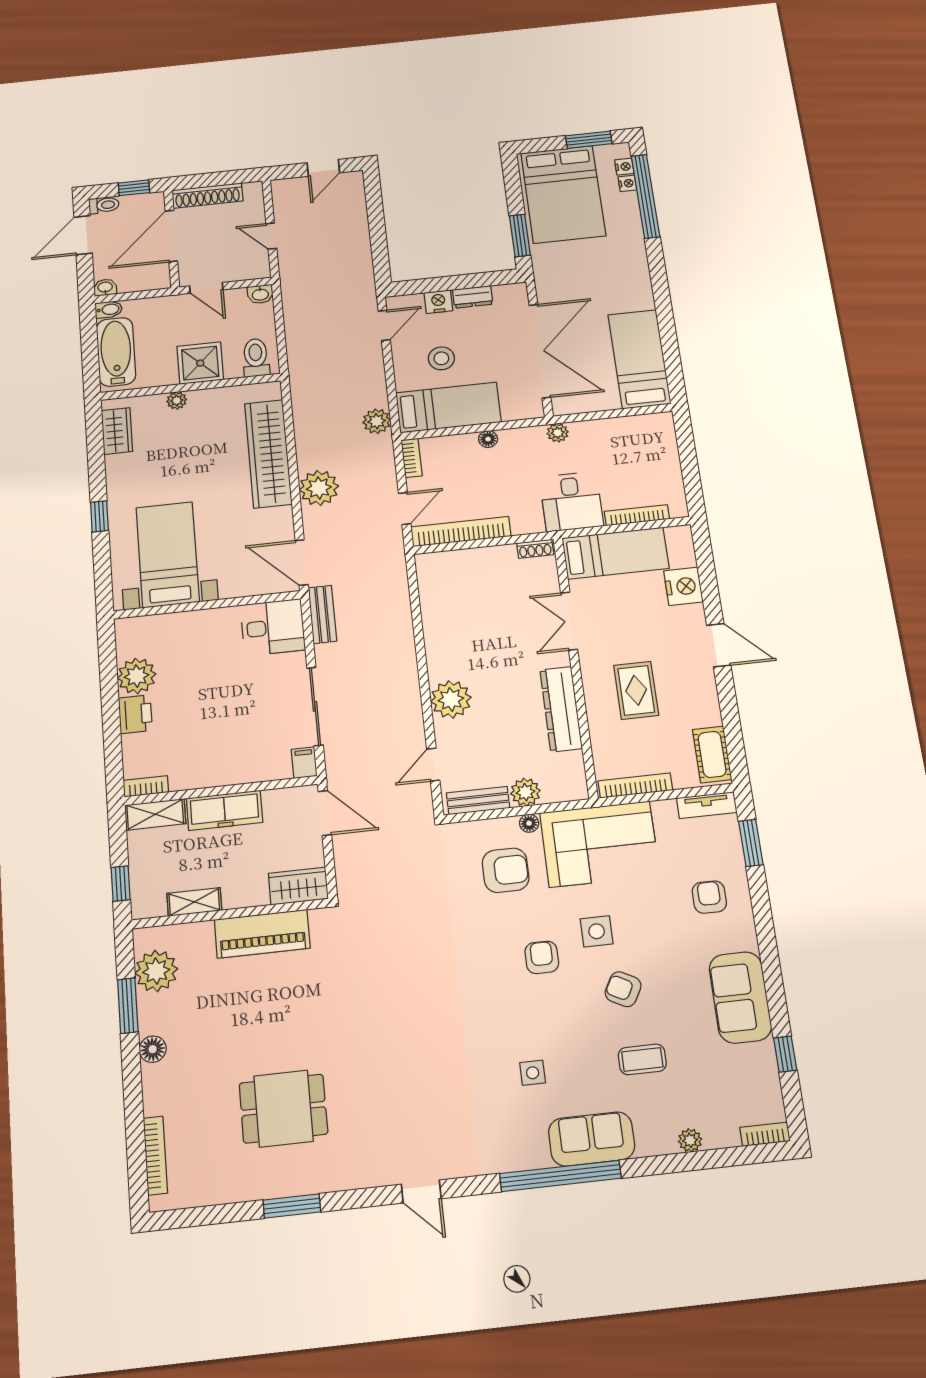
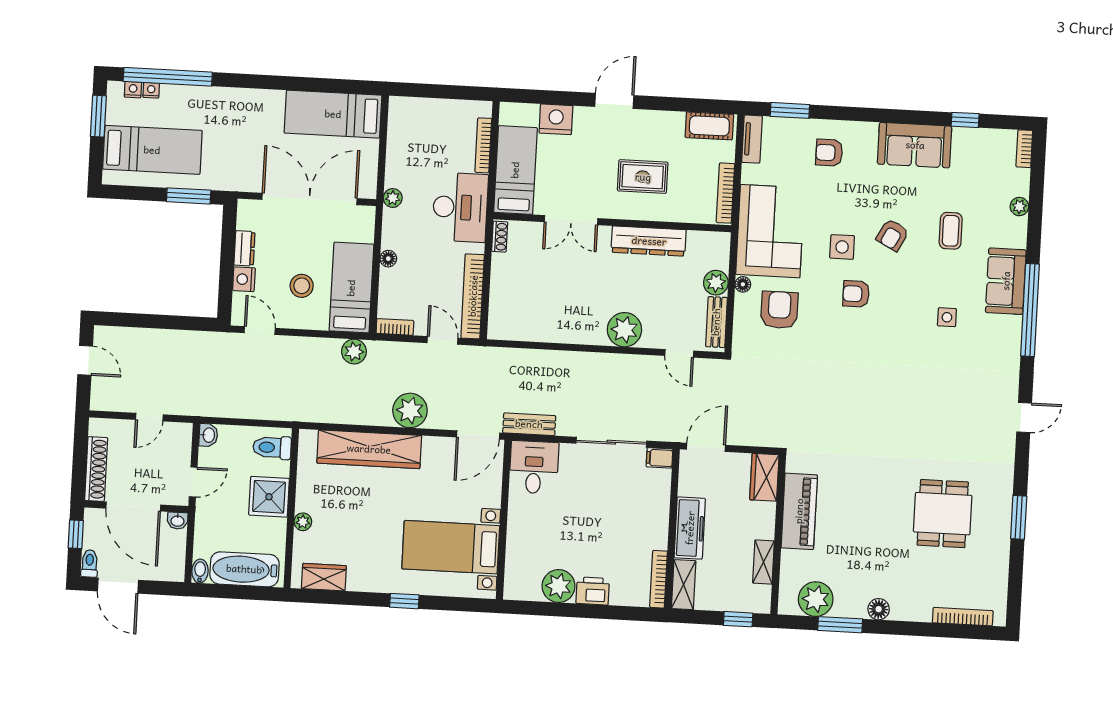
bed: (563, 194) -> (152, 150), width x0.67
washbasin: (105, 287) -> (177, 521), moved, turned -90
desk: (571, 502) -> (460, 207), width x1.37
bookcase: (146, 786) -> (659, 579), width x1.56

